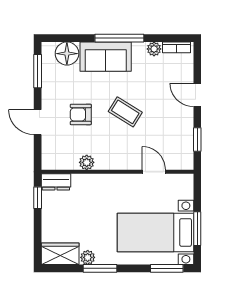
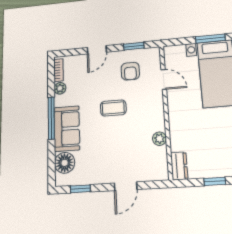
window: (38, 71) -> (80, 189), width x0.67
coffee table: (125, 112) -> (113, 108), turned 58
armchair: (81, 114) -> (130, 71), moved
door: (154, 172) -> (164, 79), swing flipped
window: (38, 198) -> (215, 181), moved

